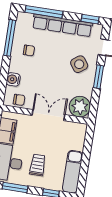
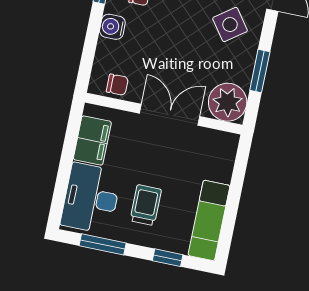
window: (99, 77) -> (260, 71), moved
water cooler: (13, 79) -> (112, 27), moved

